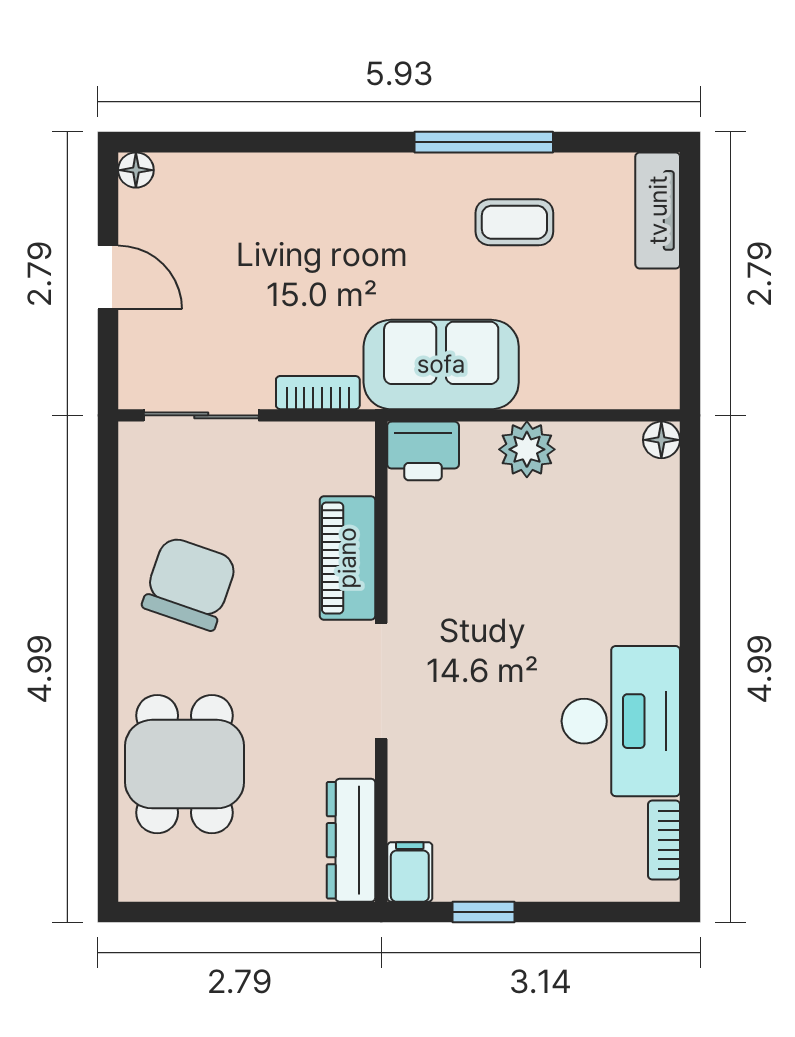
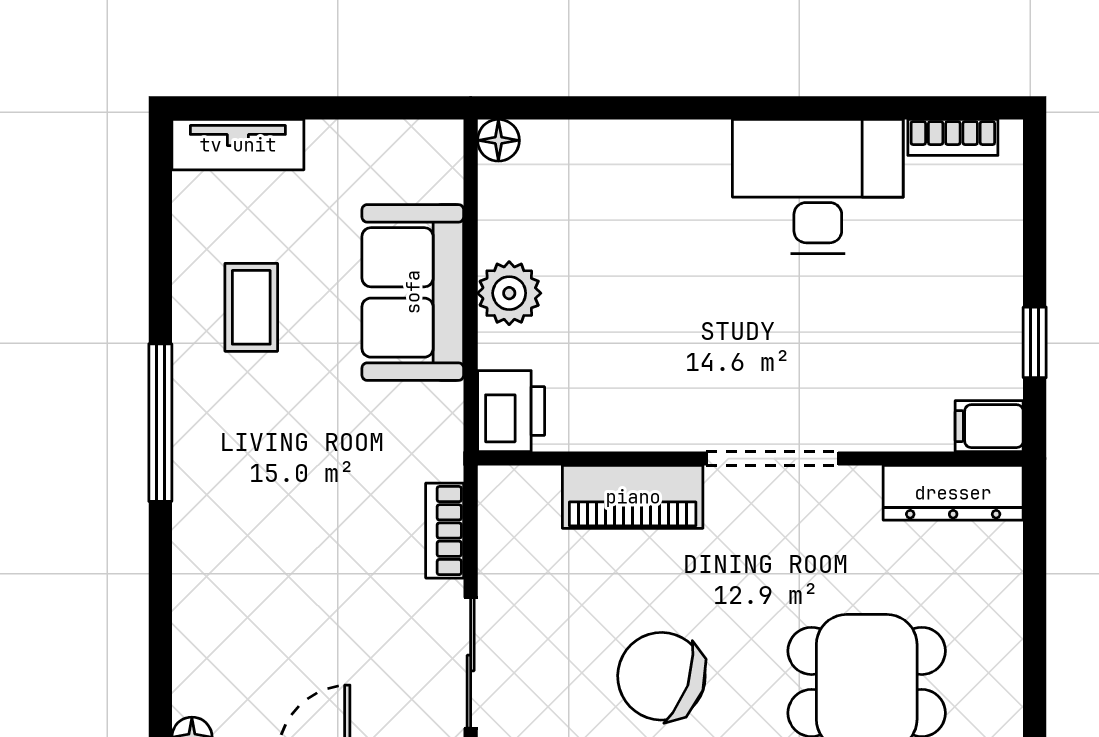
window: (484, 142) -> (160, 423), moved
sofa: (441, 364) -> (413, 292), moved

